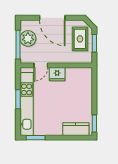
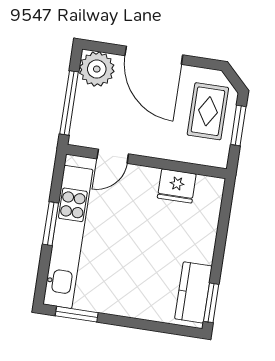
plant: (28, 38) -> (97, 69), moved
fridge: (57, 74) -> (177, 186), moved
kitchen counter: (76, 129) -> (193, 292), moved, turned -90

